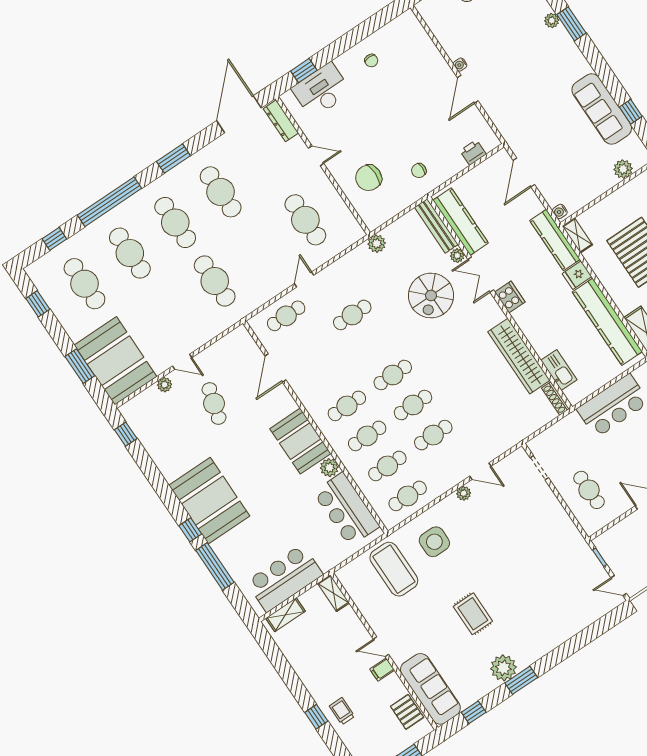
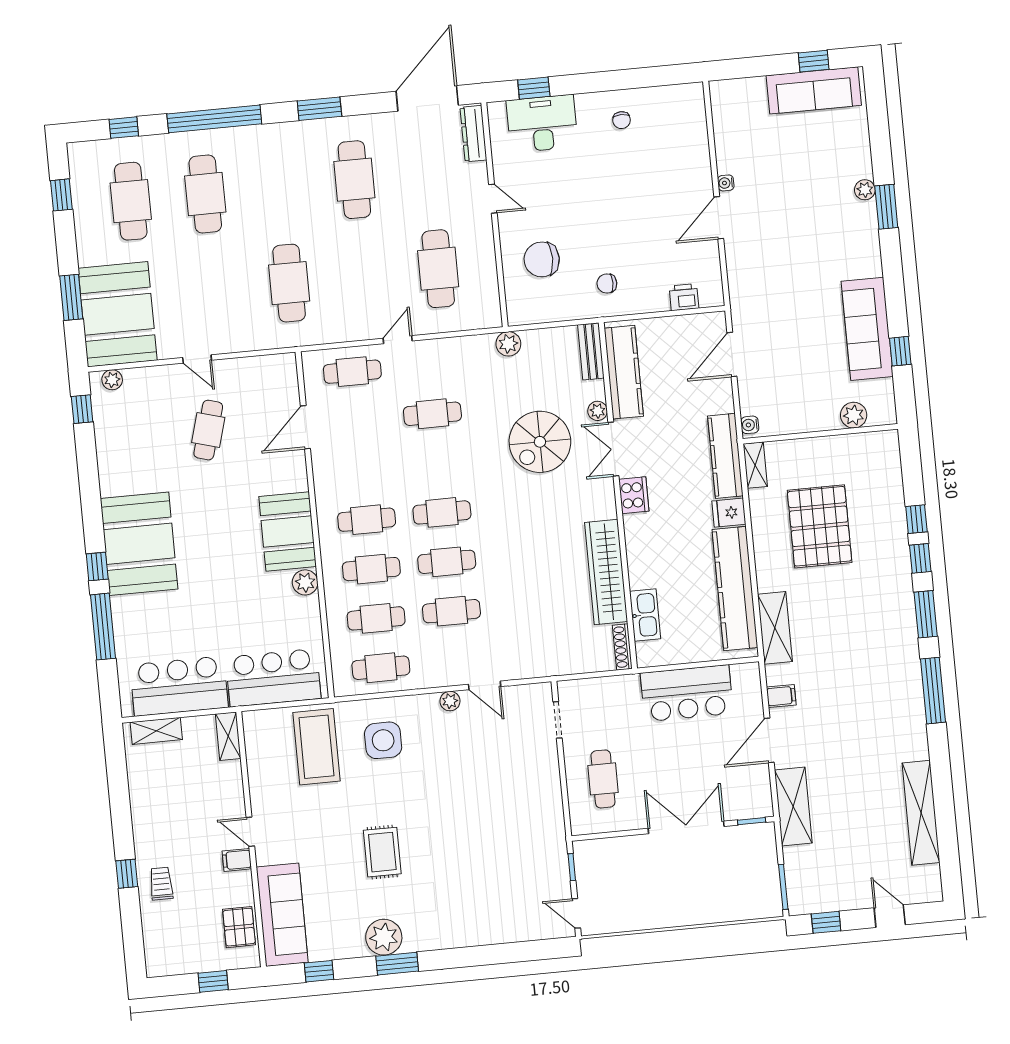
cafe table: (175, 222) -> (280, 187), removed
bench: (436, 226) -> (591, 351), width x0.73
plant: (165, 385) -> (112, 380), moved
bar counter: (346, 509) -> (273, 678), moved, turned 90

